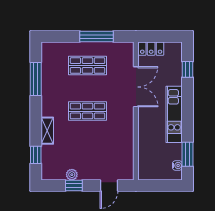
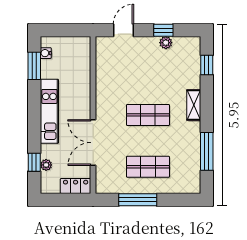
plant: (177, 67) -> (46, 165), added
shelving: (47, 131) -> (194, 105), moved

